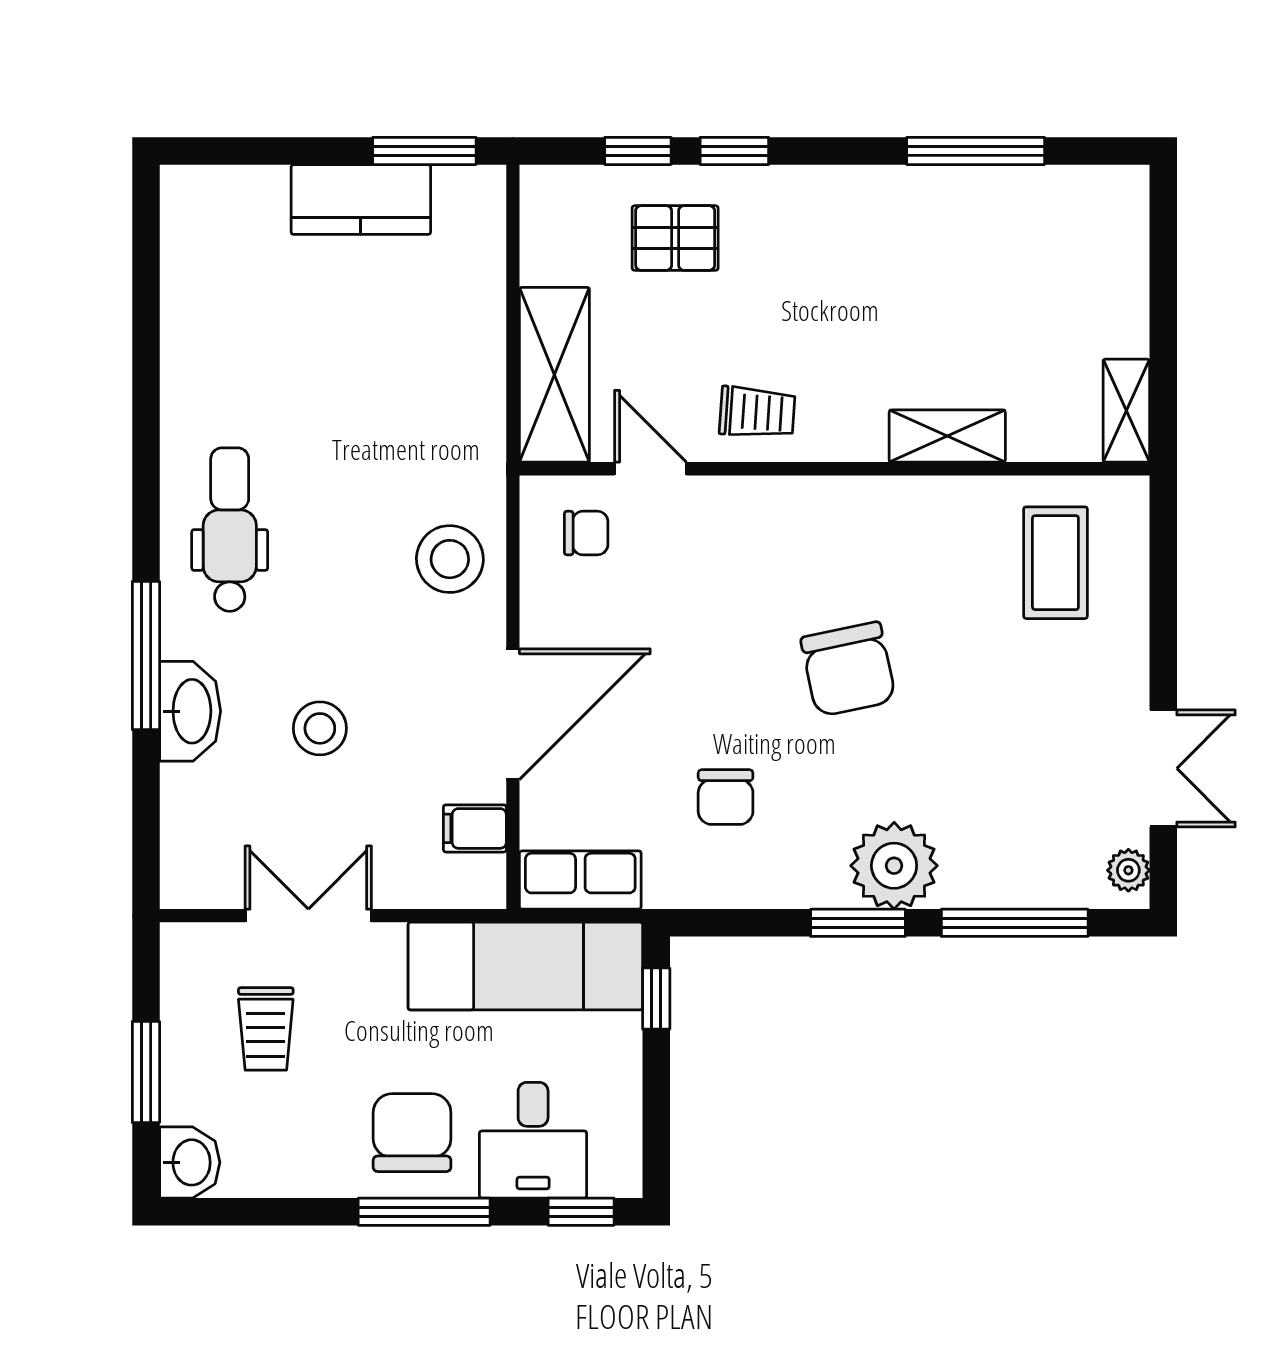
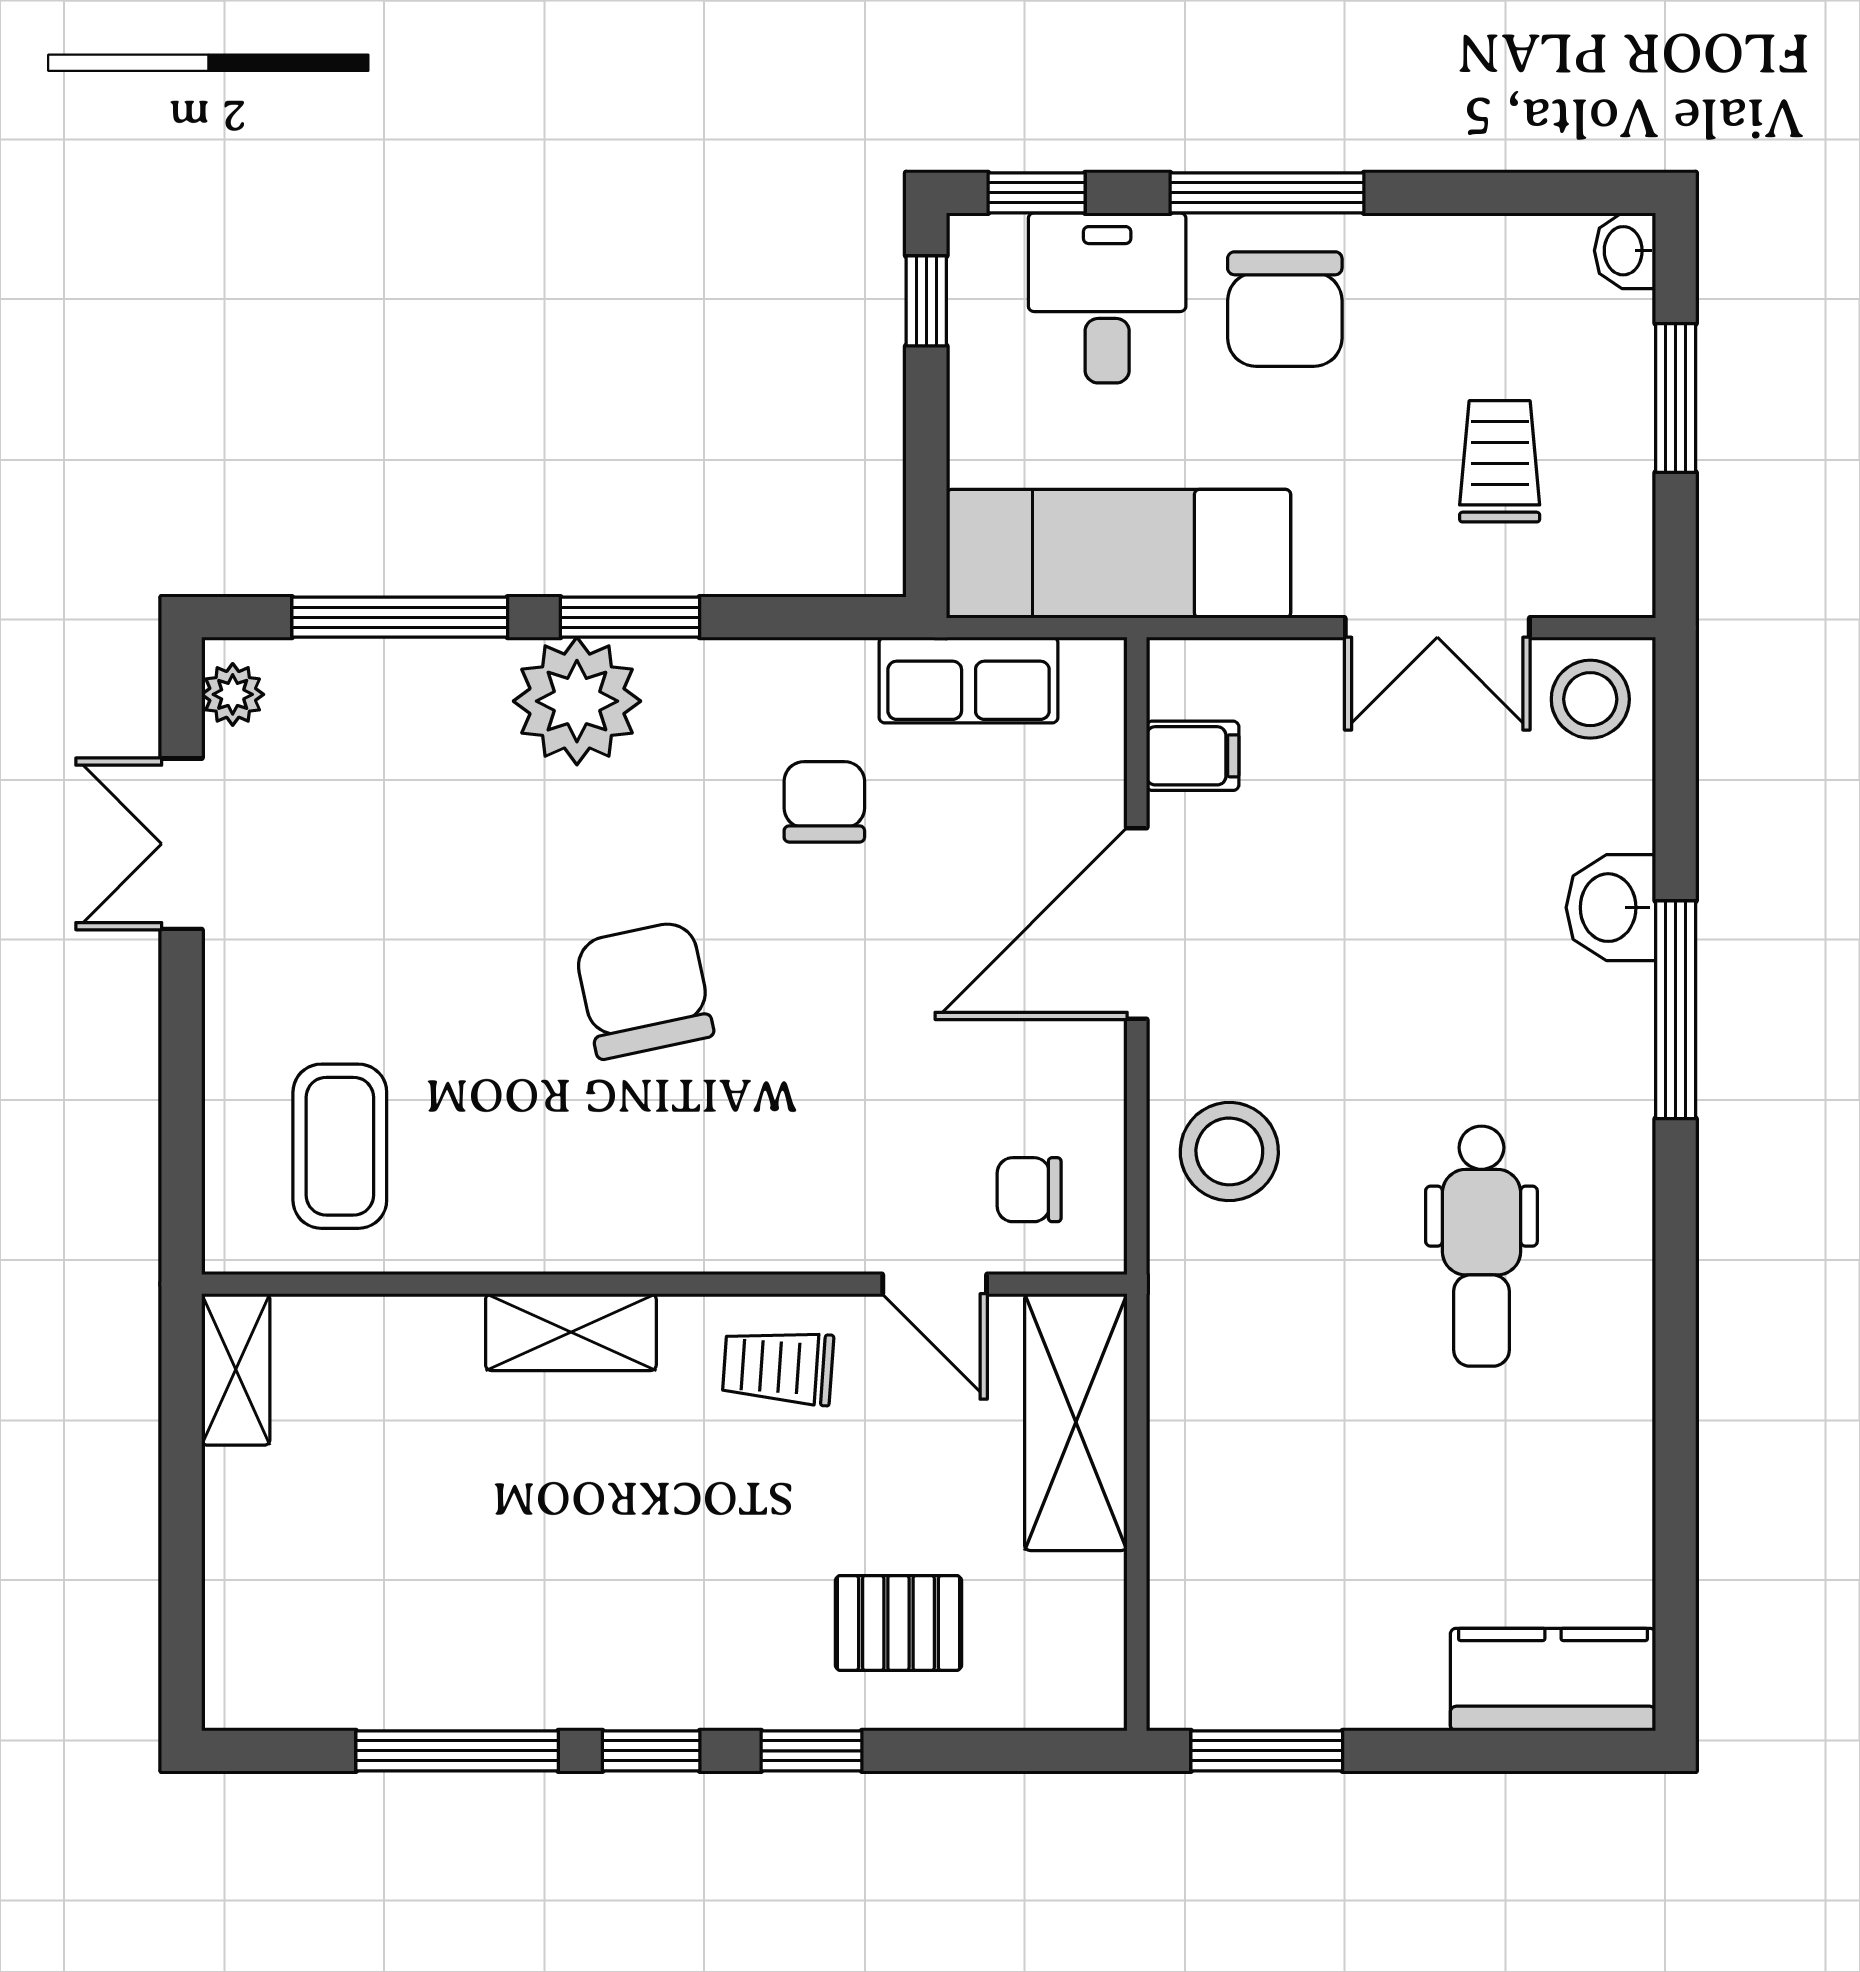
window: (638, 151) -> (651, 1751), moved
kitchen counter: (361, 199) -> (1553, 1680), moved
shelving: (947, 436) -> (571, 1332), moved
dental chair: (230, 530) -> (1481, 1246), moved
washbasin: (190, 711) -> (1611, 908), width x0.72
stool: (320, 728) -> (1590, 699), moved
row of seats: (580, 880) -> (969, 680), moved
window: (656, 999) -> (926, 301), moved
washbasin: (190, 1162) -> (1625, 251), width x0.72, depth x0.69

